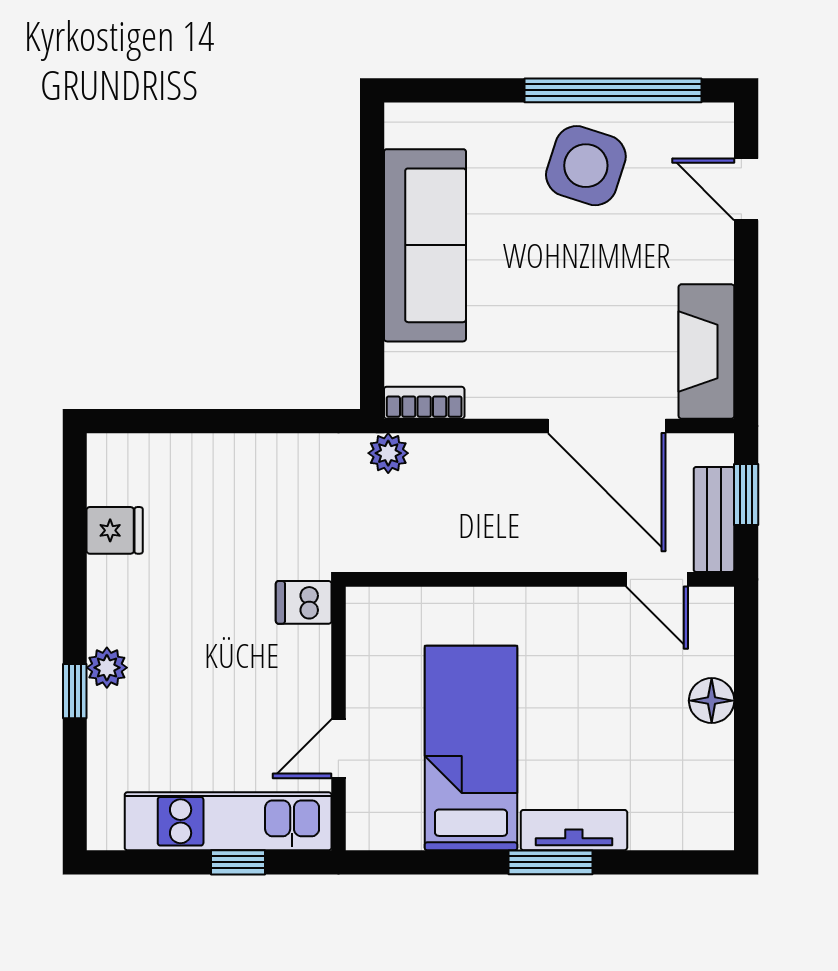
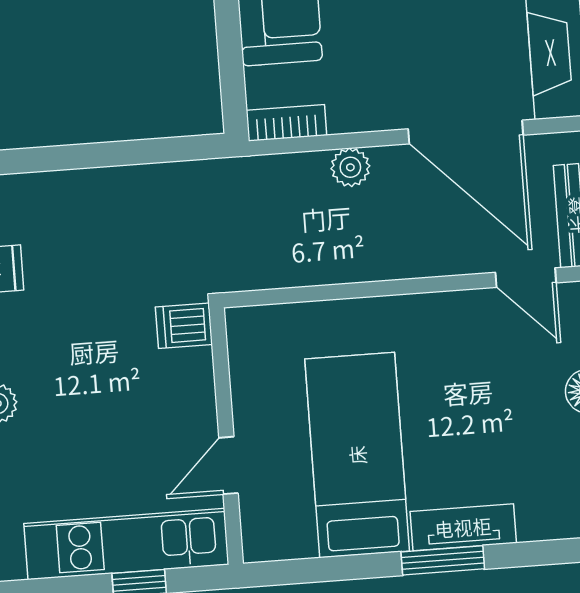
plant: (388, 453) -> (350, 167), moved

